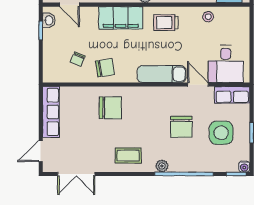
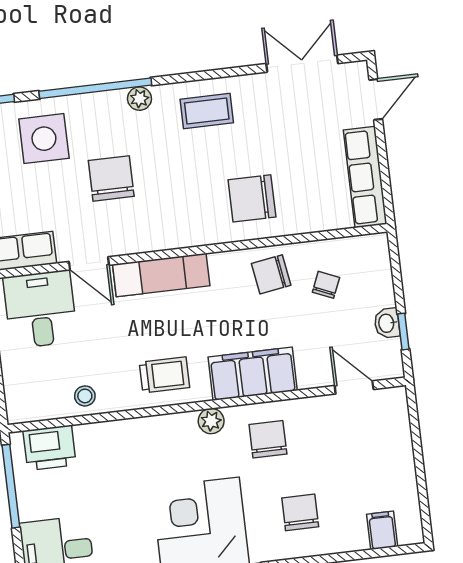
washbasin: (49, 20) -> (387, 323), moved
side table: (221, 133) -> (44, 139), moved

